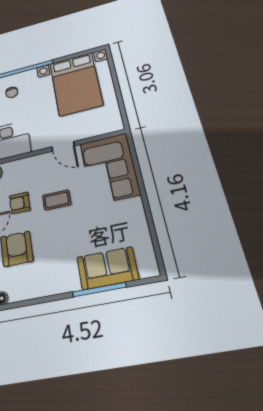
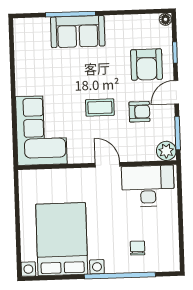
door: (63, 146) -> (108, 165), moved
sofa: (107, 268) -> (78, 32), moved

